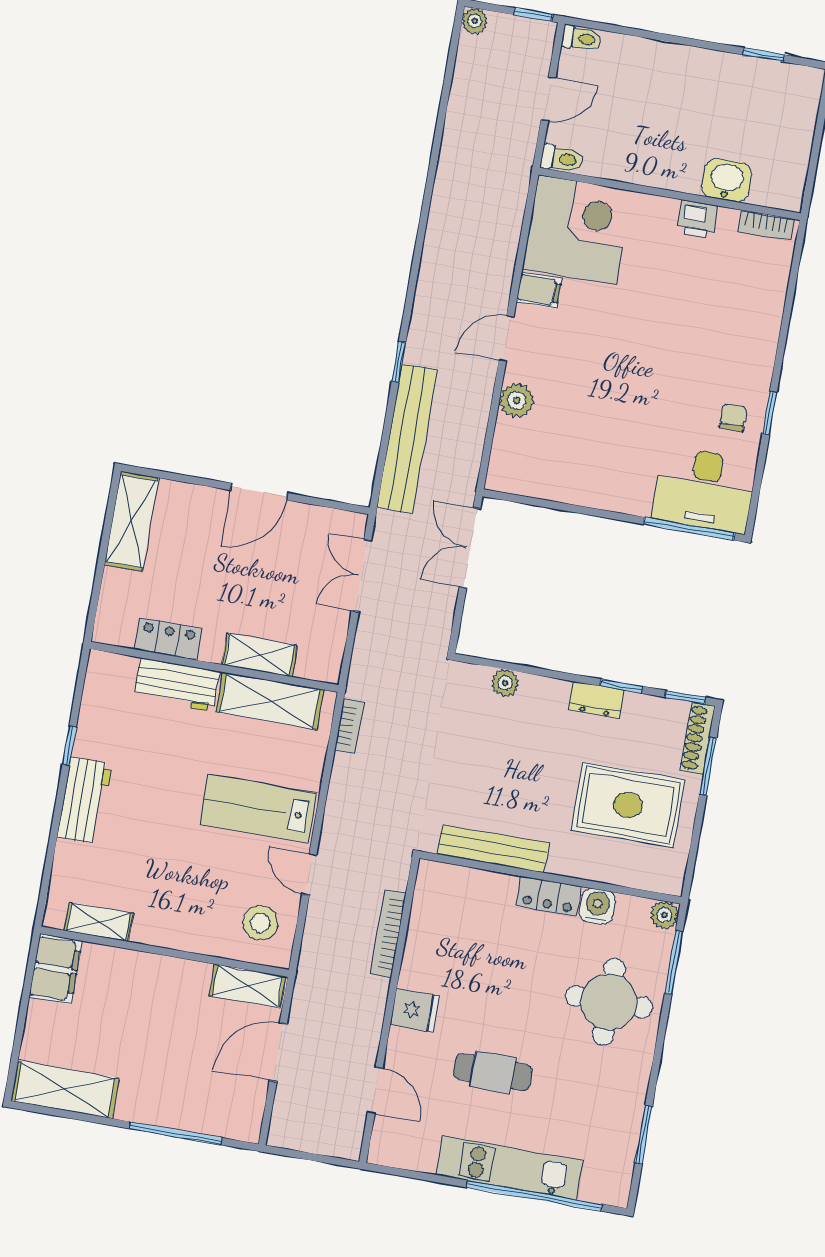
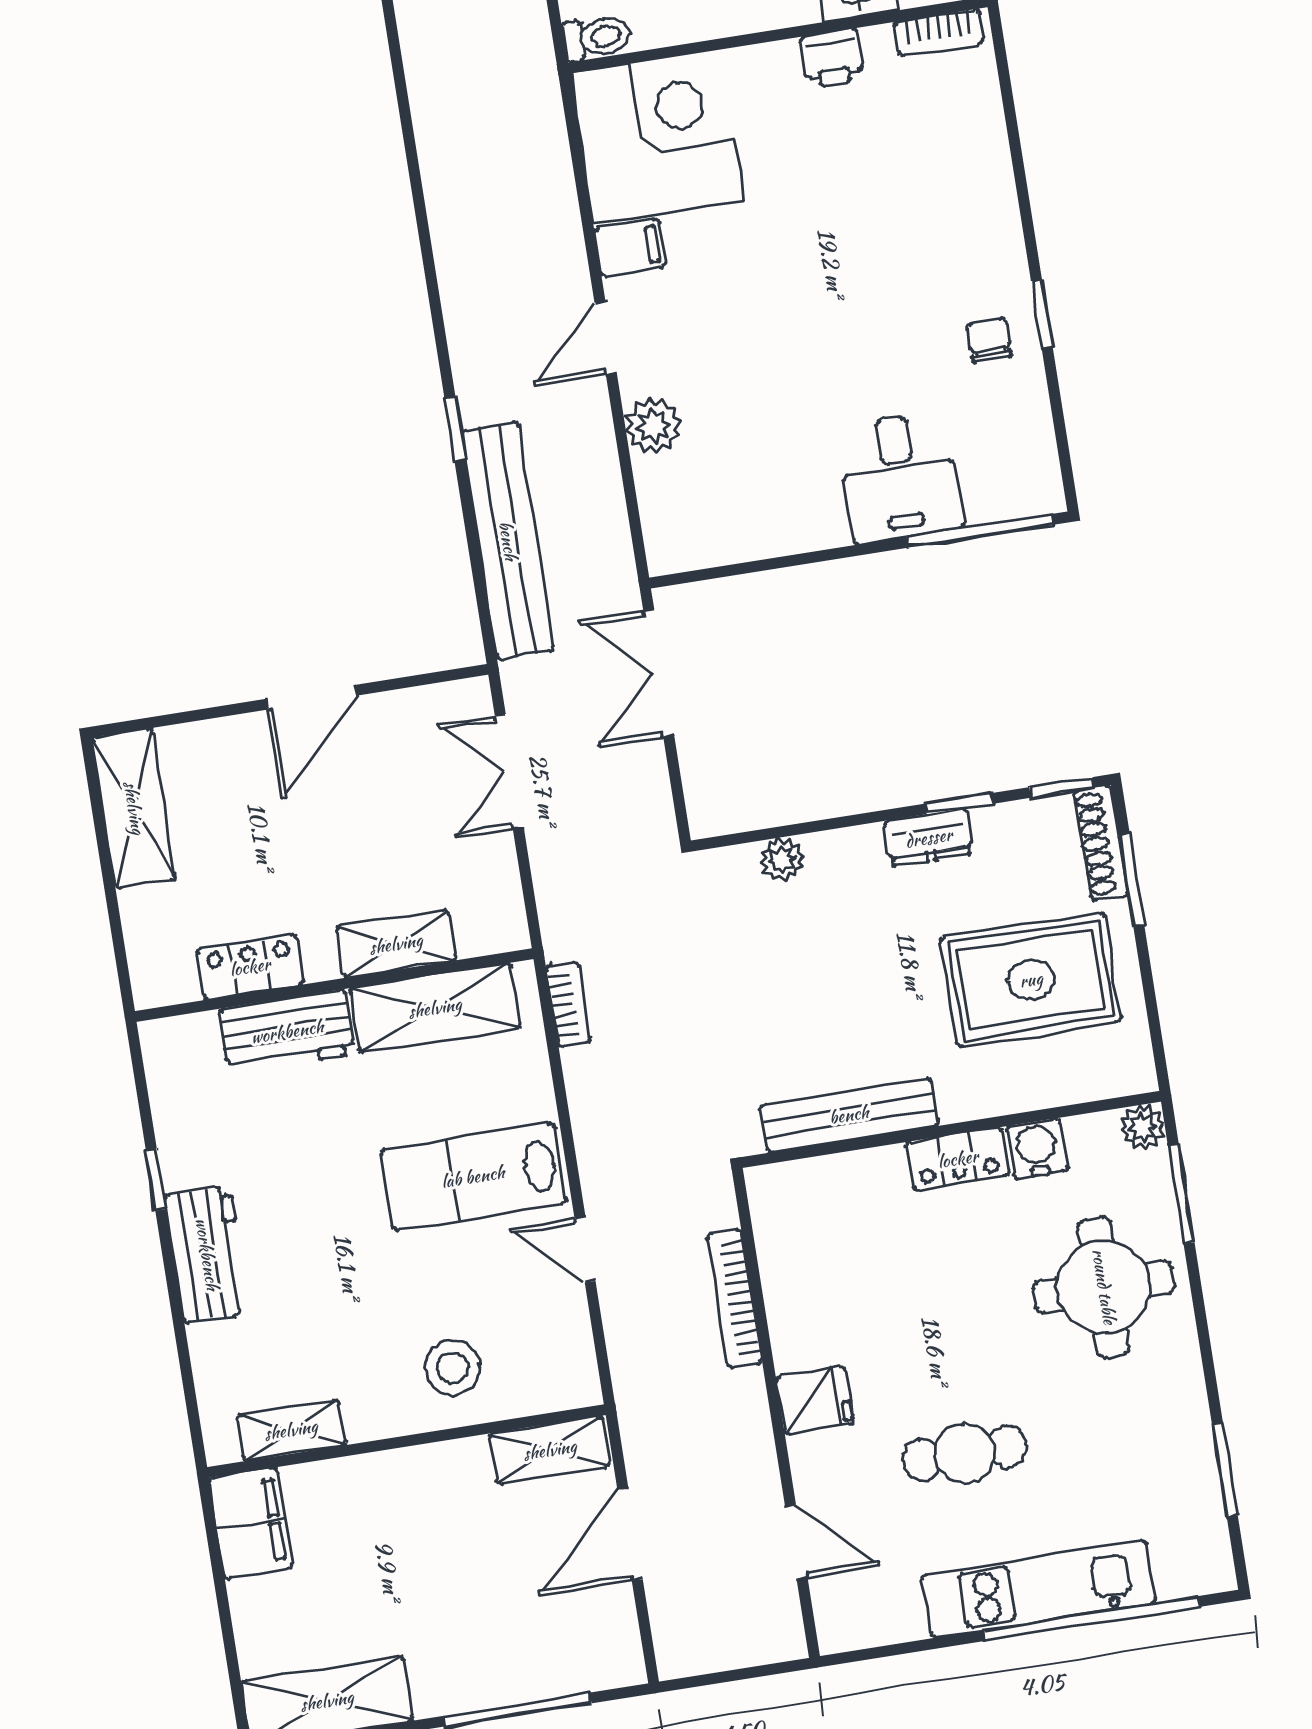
desk: (704, 490) -> (900, 477), moved, width x0.73
stool: (260, 923) -> (453, 1368), moved

